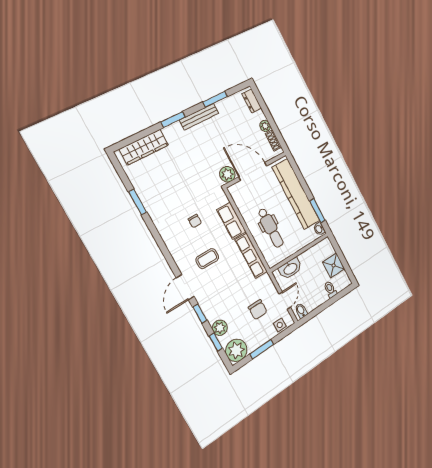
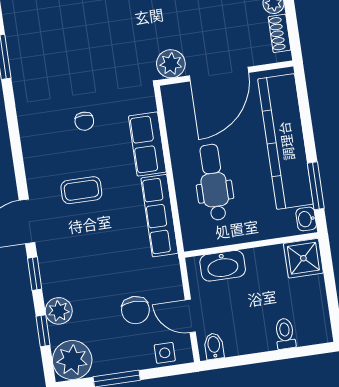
door: (253, 171) -> (219, 74), swing flipped
dental chair: (271, 228) -> (214, 182), turned 180
shower: (334, 265) -> (303, 258), moved
door: (285, 301) -> (190, 316), swing flipped

